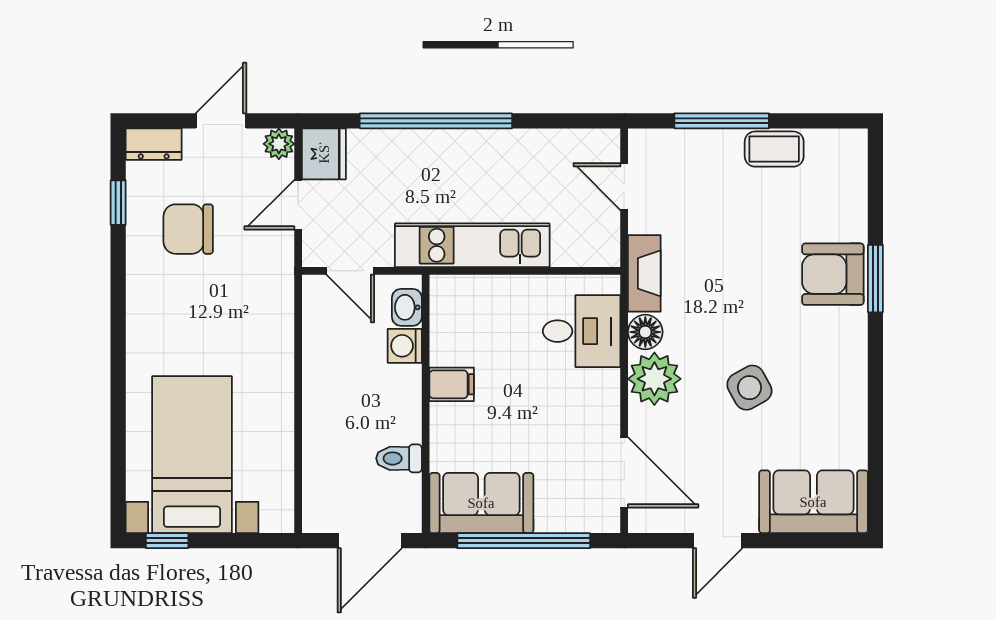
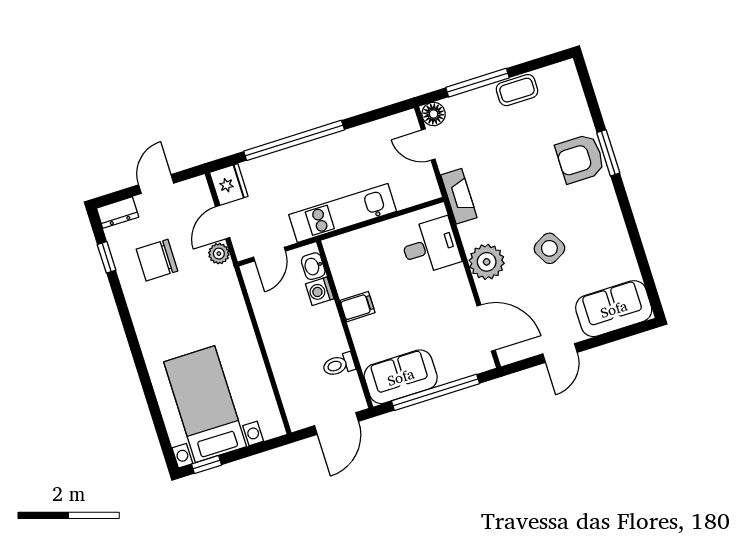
plant: (279, 144) -> (219, 254), moved
door: (350, 271) -> (270, 254), hinge flipped
floor lamp: (645, 332) -> (434, 114), moved

